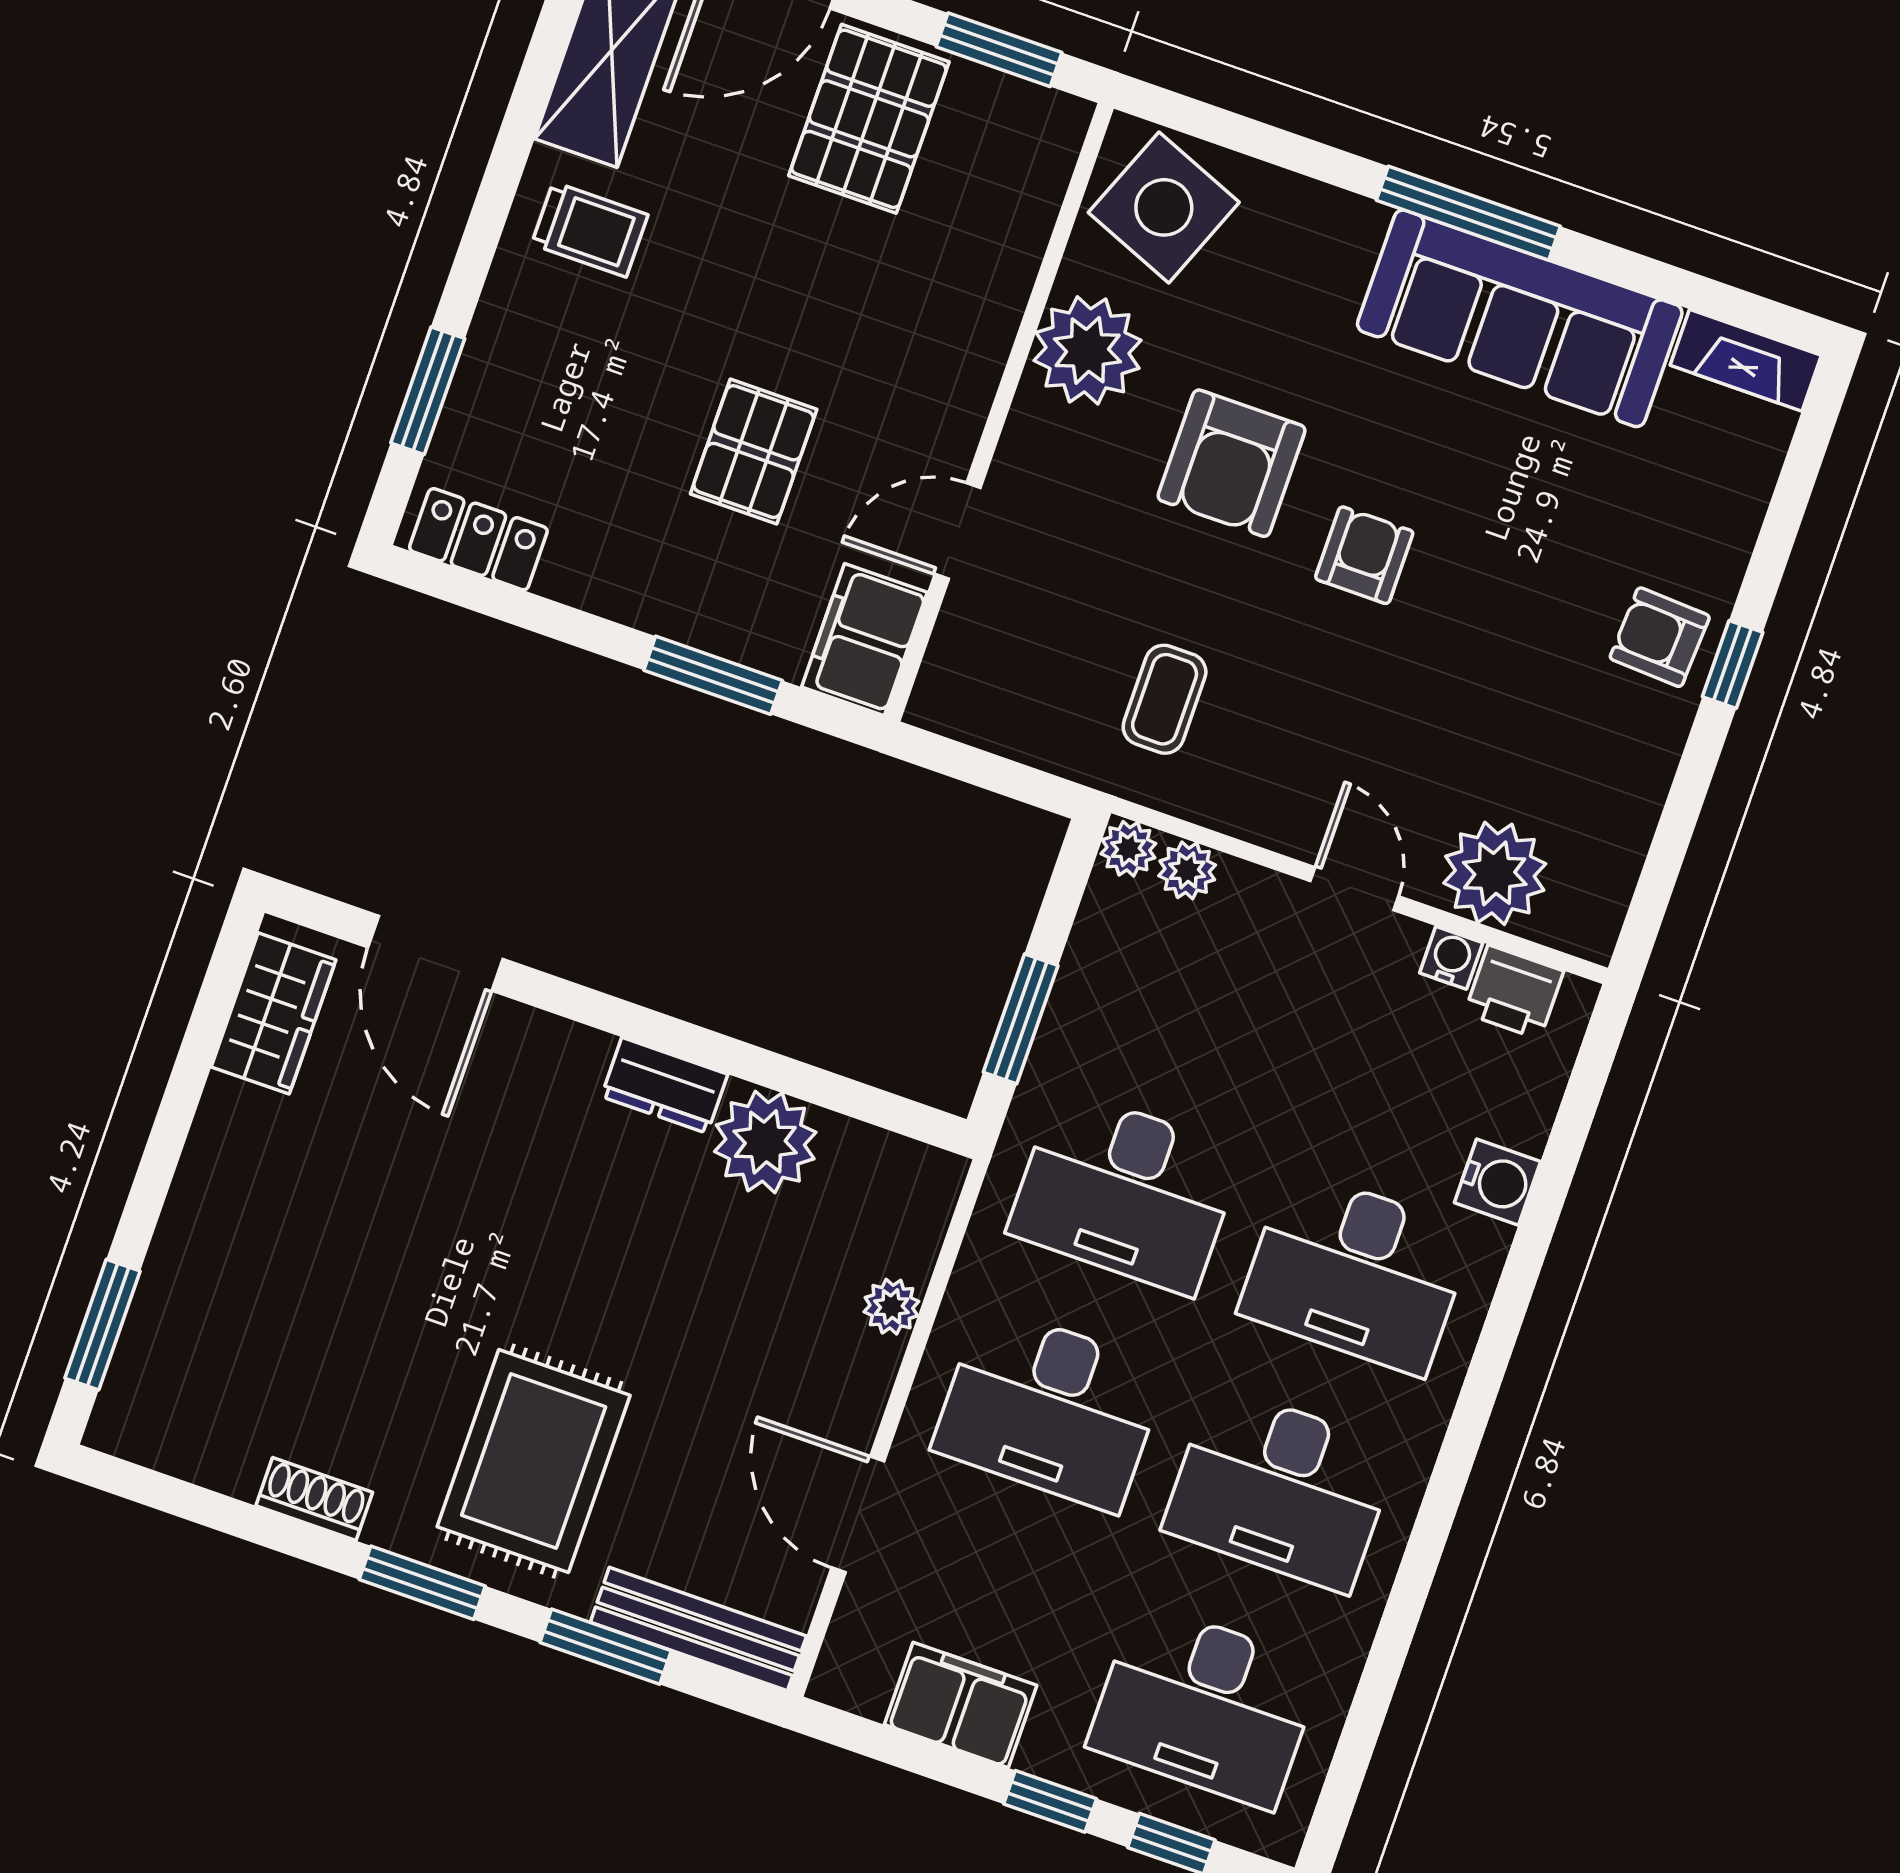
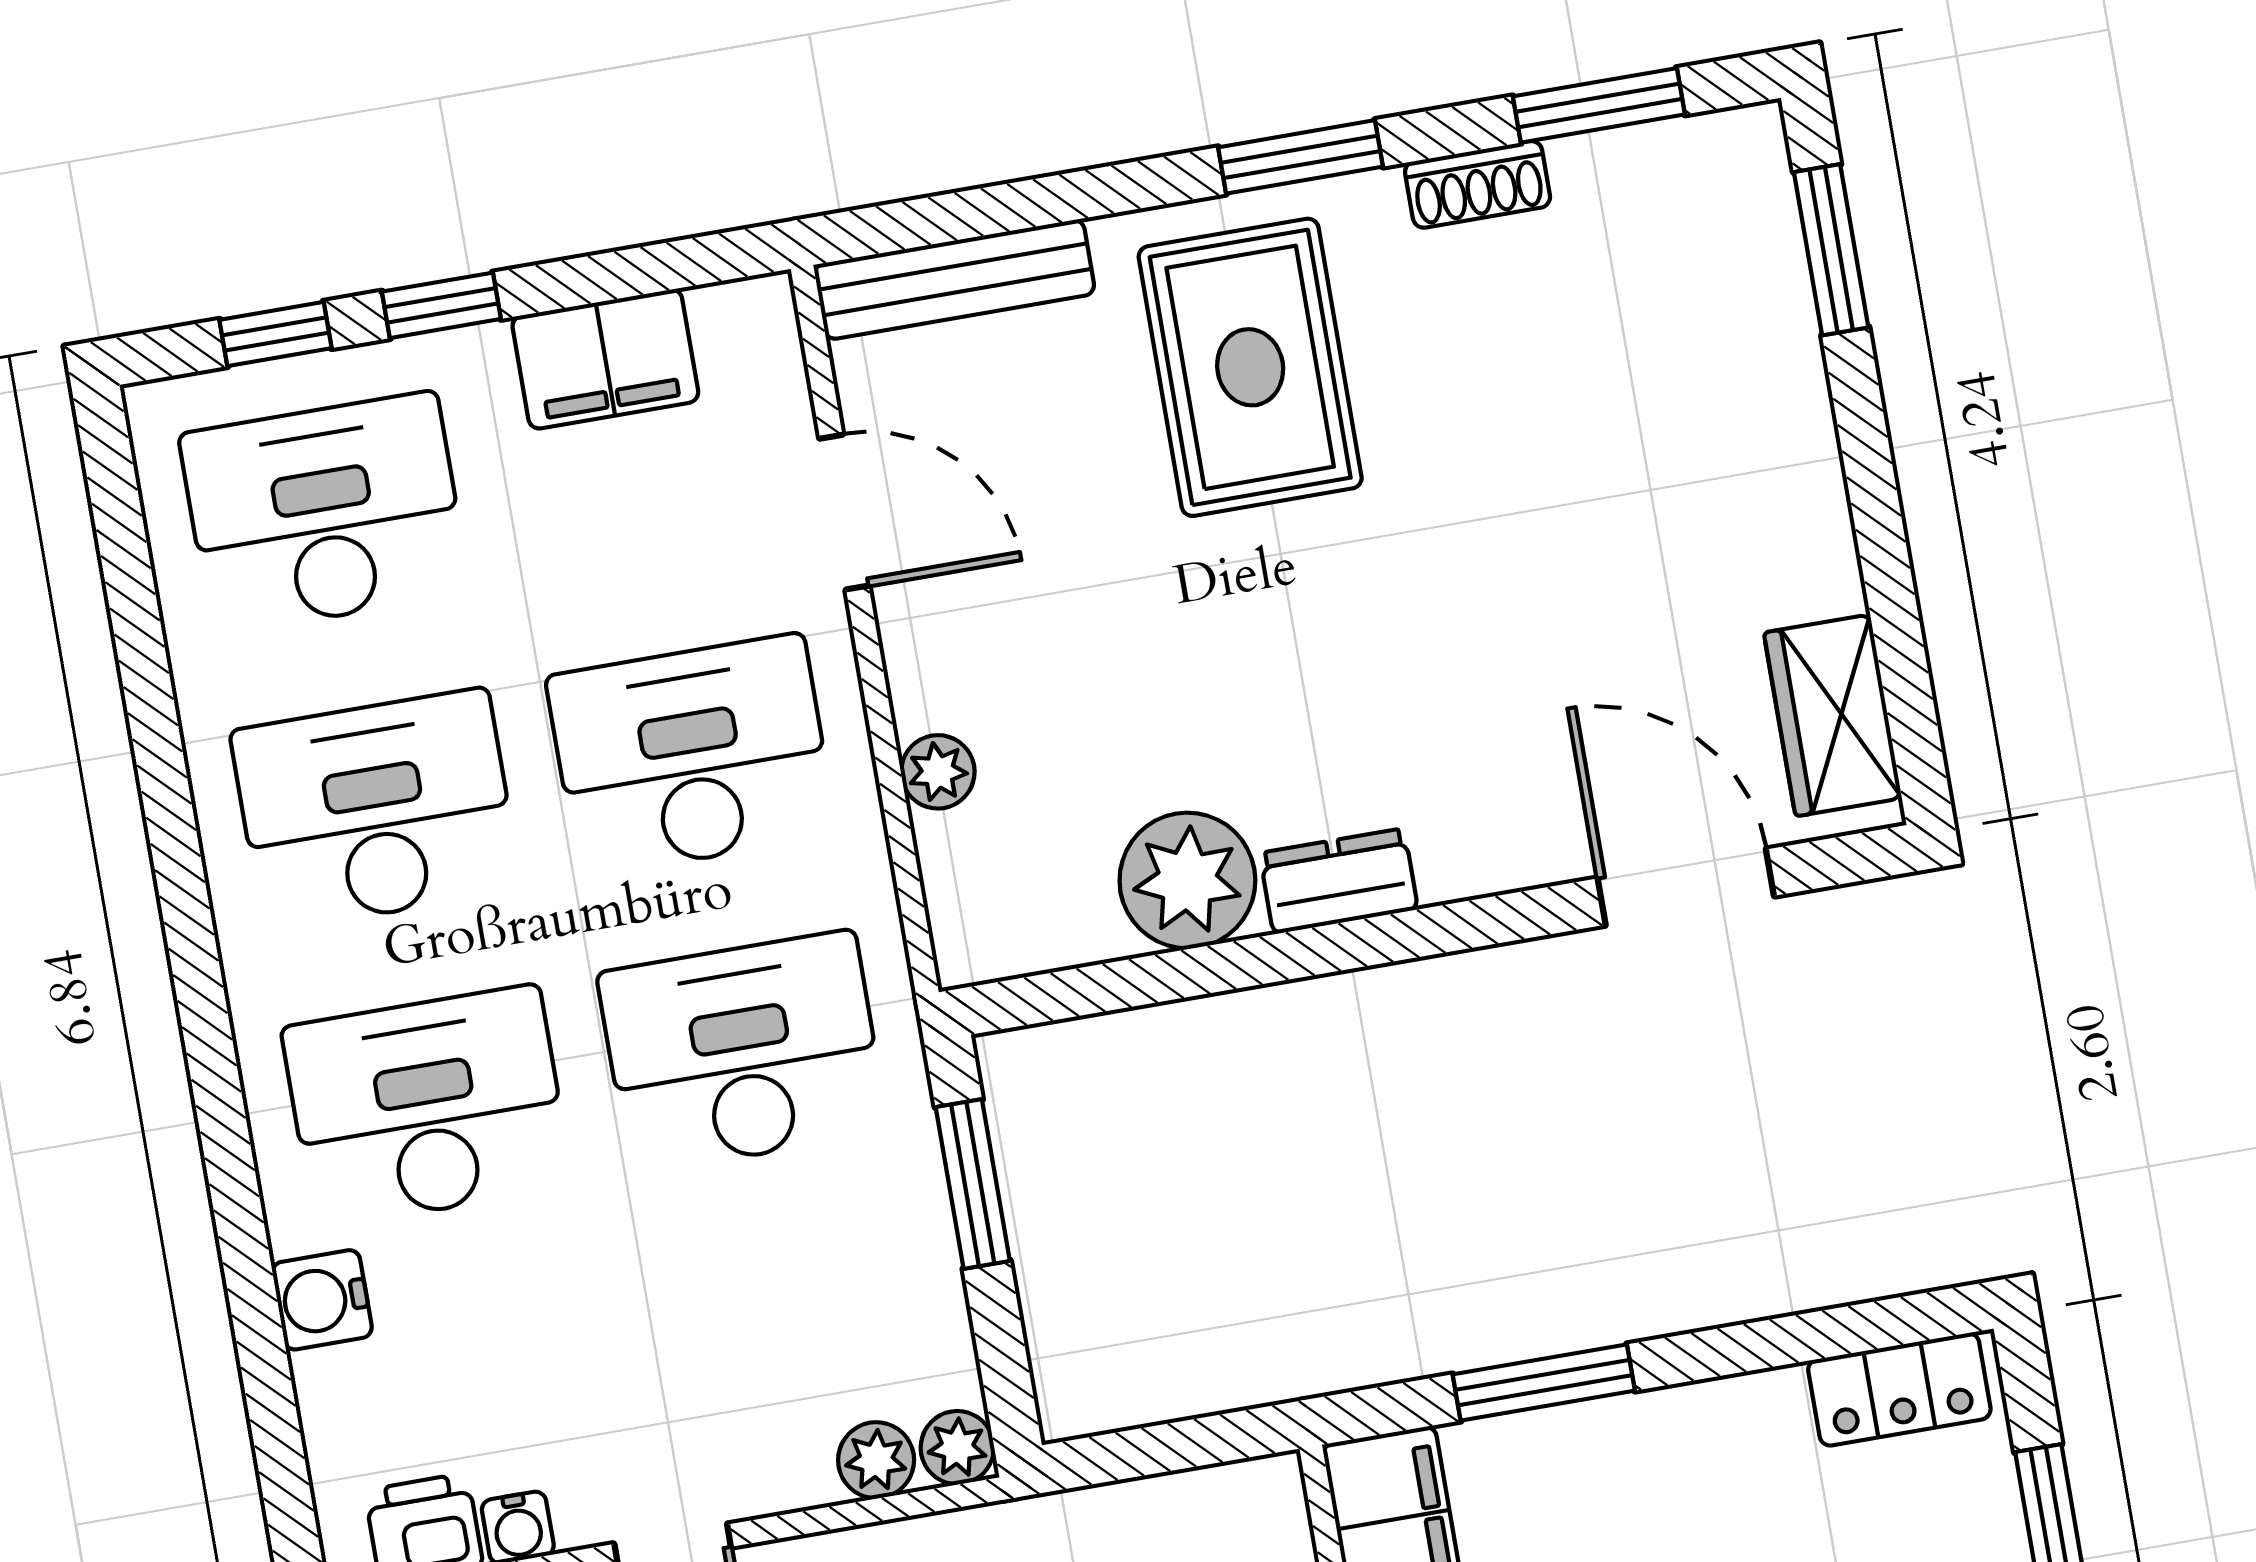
window: (606, 1647) -> (1599, 105), moved

